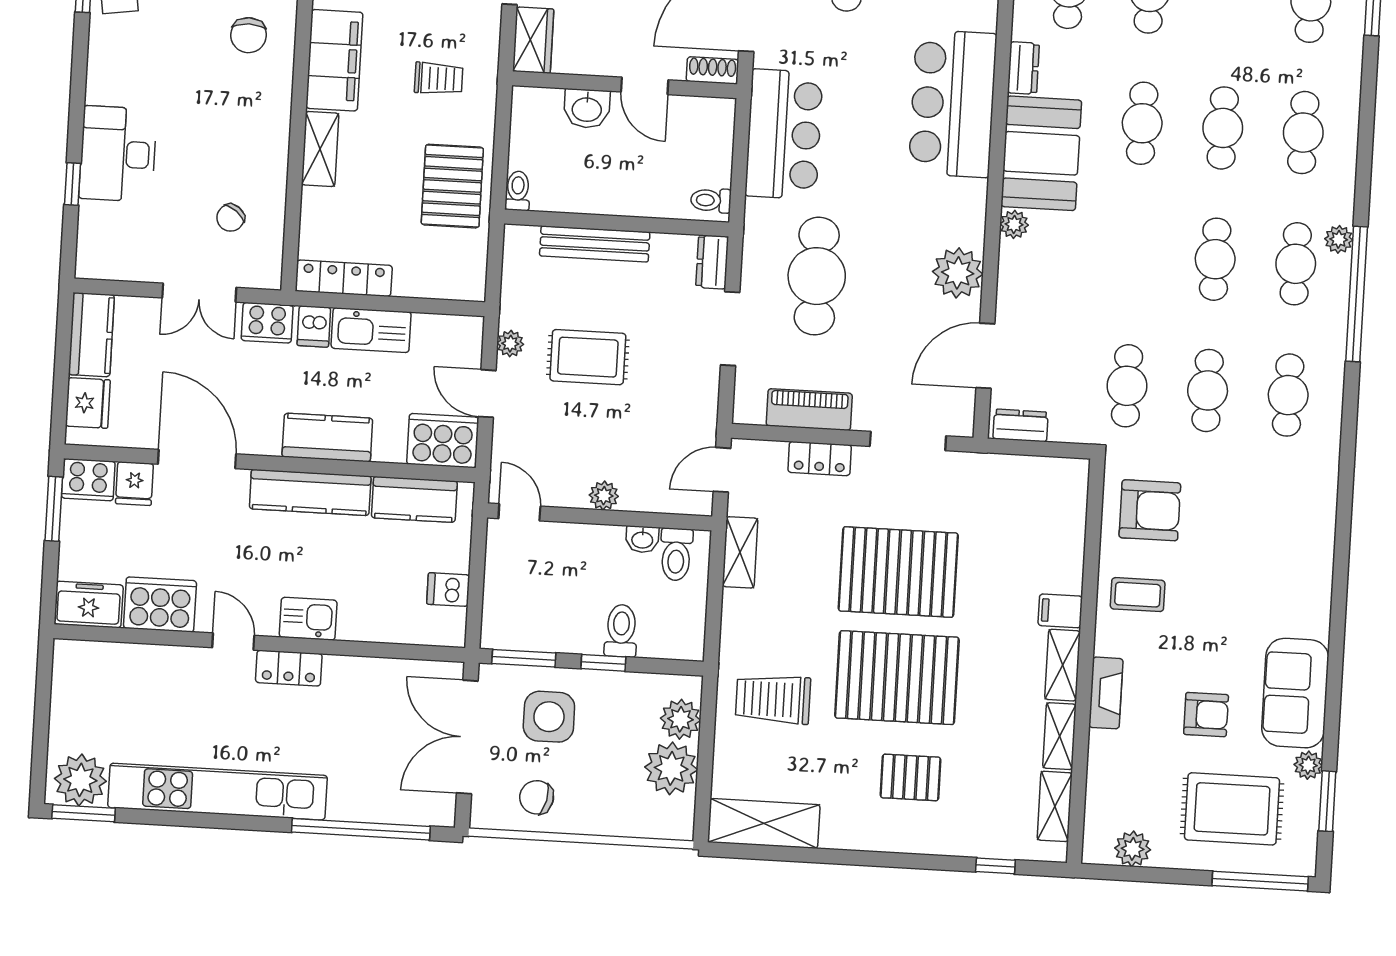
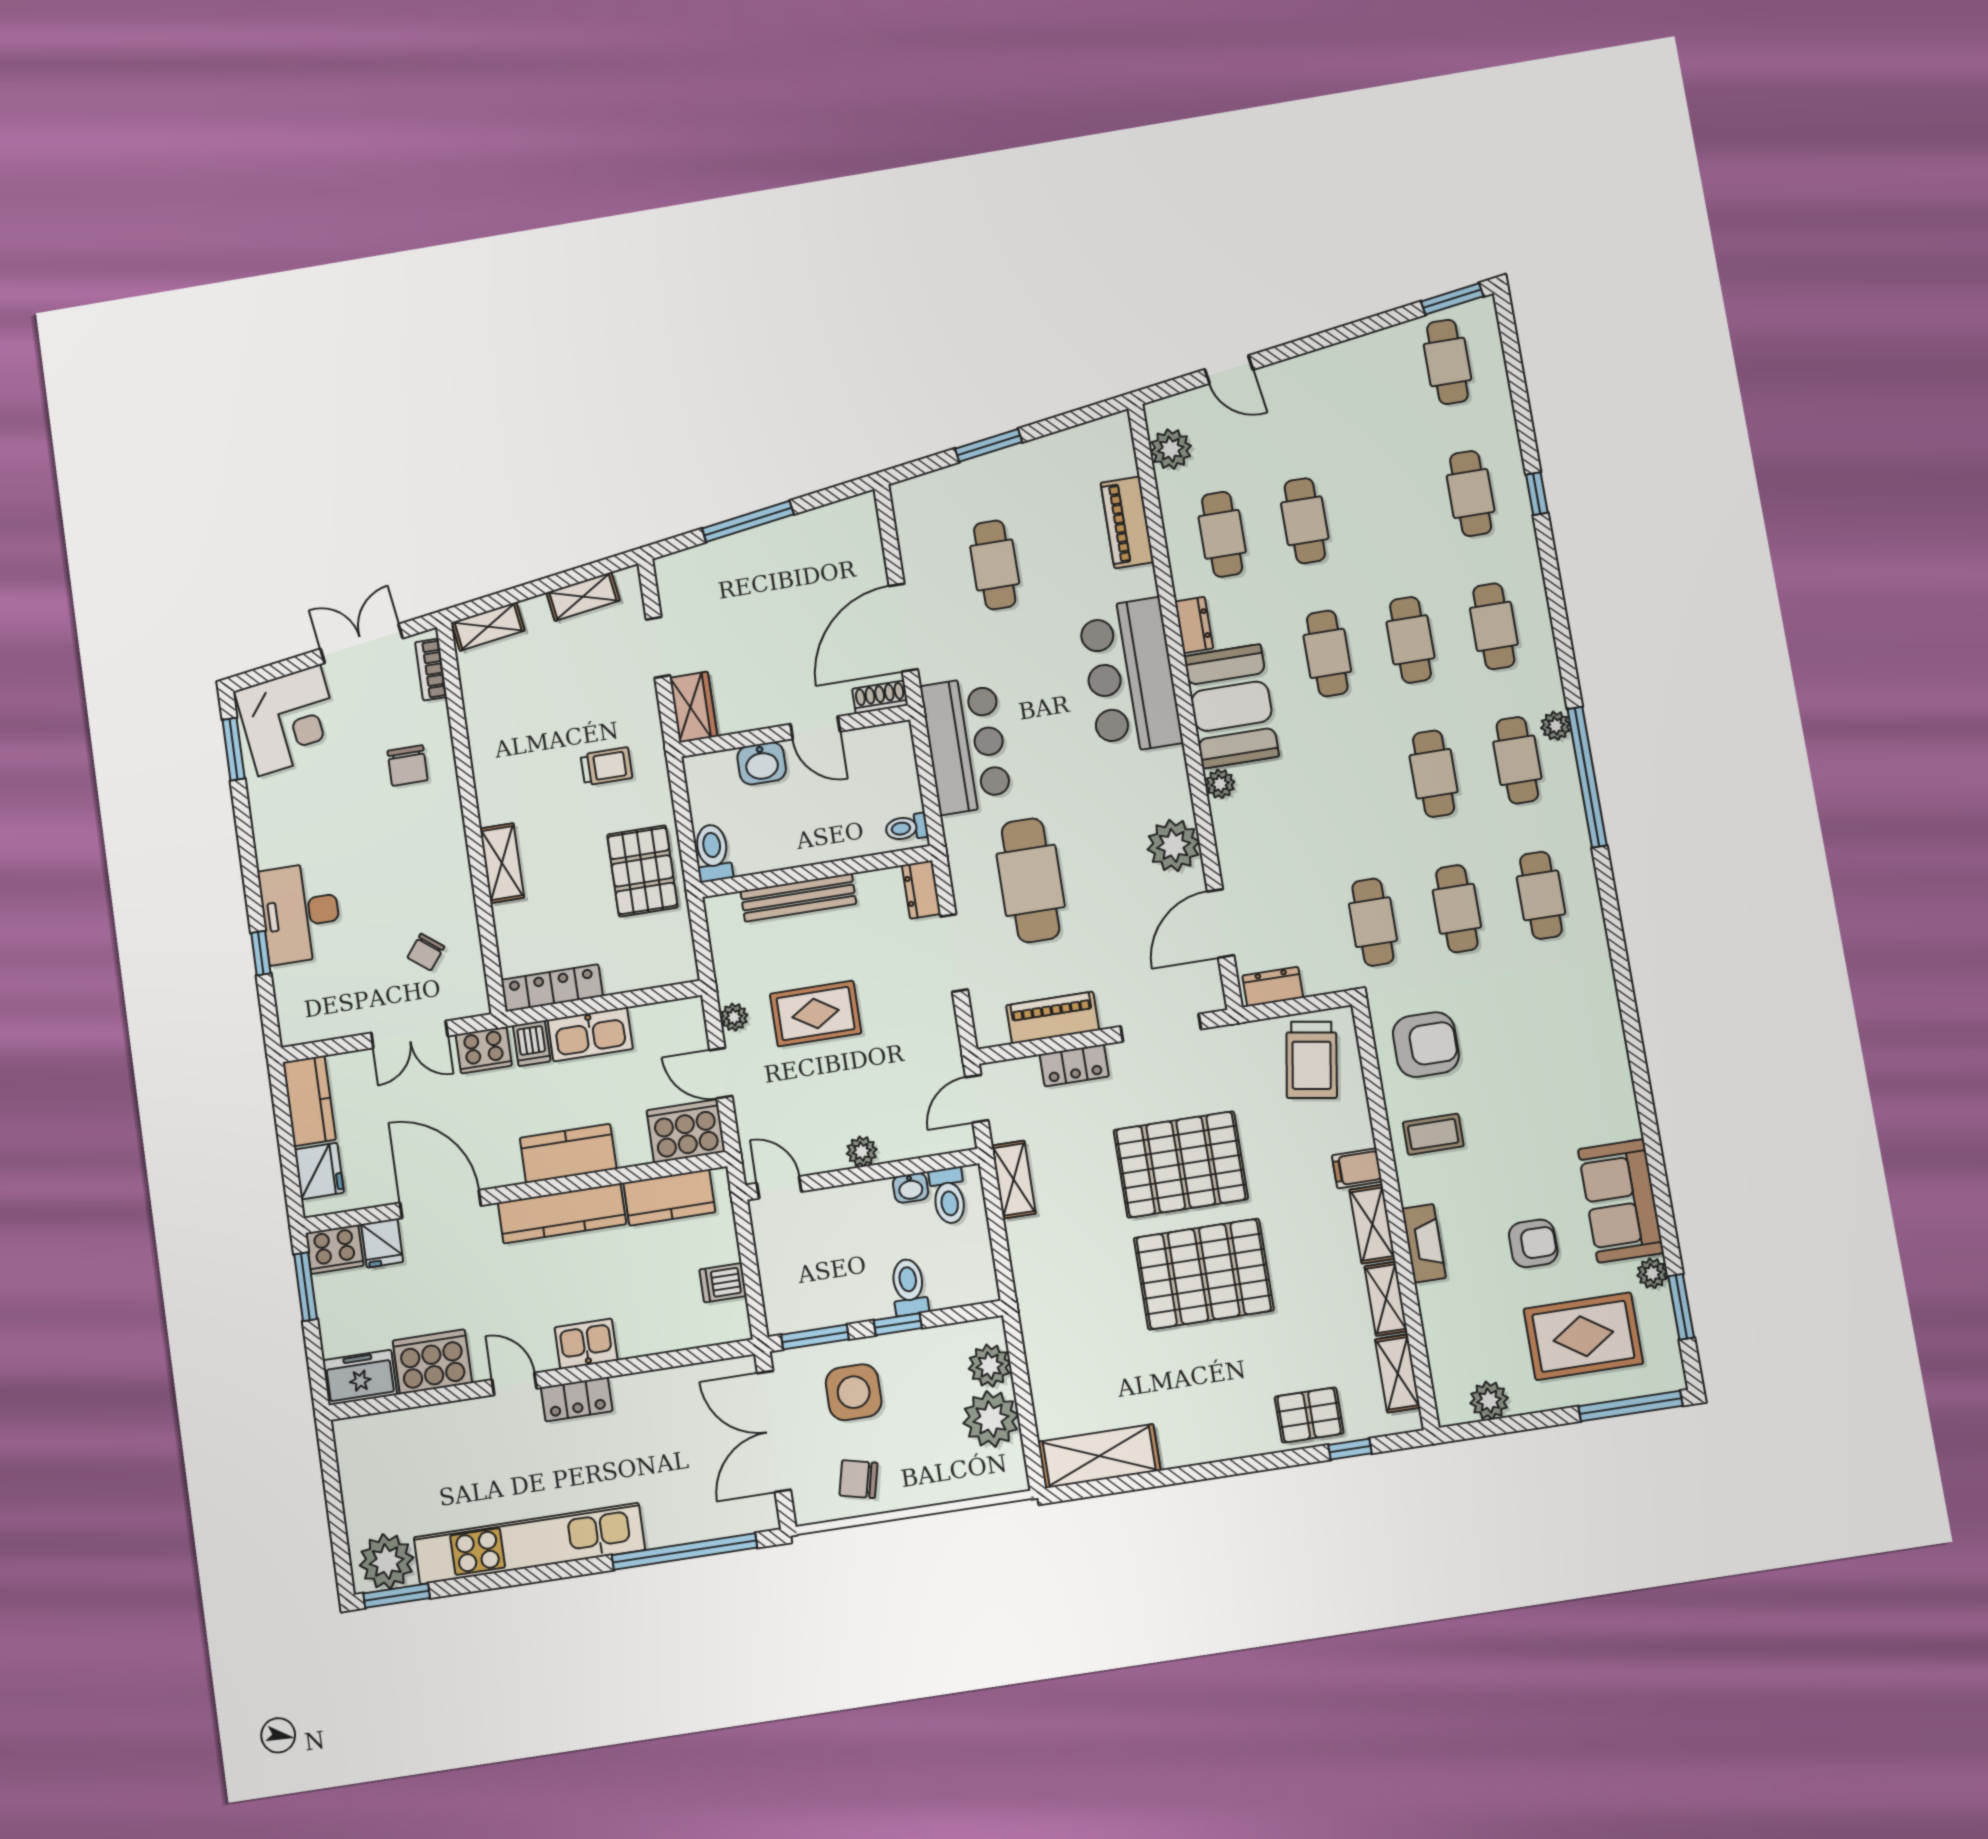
filing cabinet: (334, 60) -> (498, 771), removed
toilet: (518, 191) -> (713, 853), width x1.37, depth x1.39
trolley: (773, 699) -> (1312, 1060), moved, turned -81
pallet: (911, 777) -> (1309, 1415), moved

